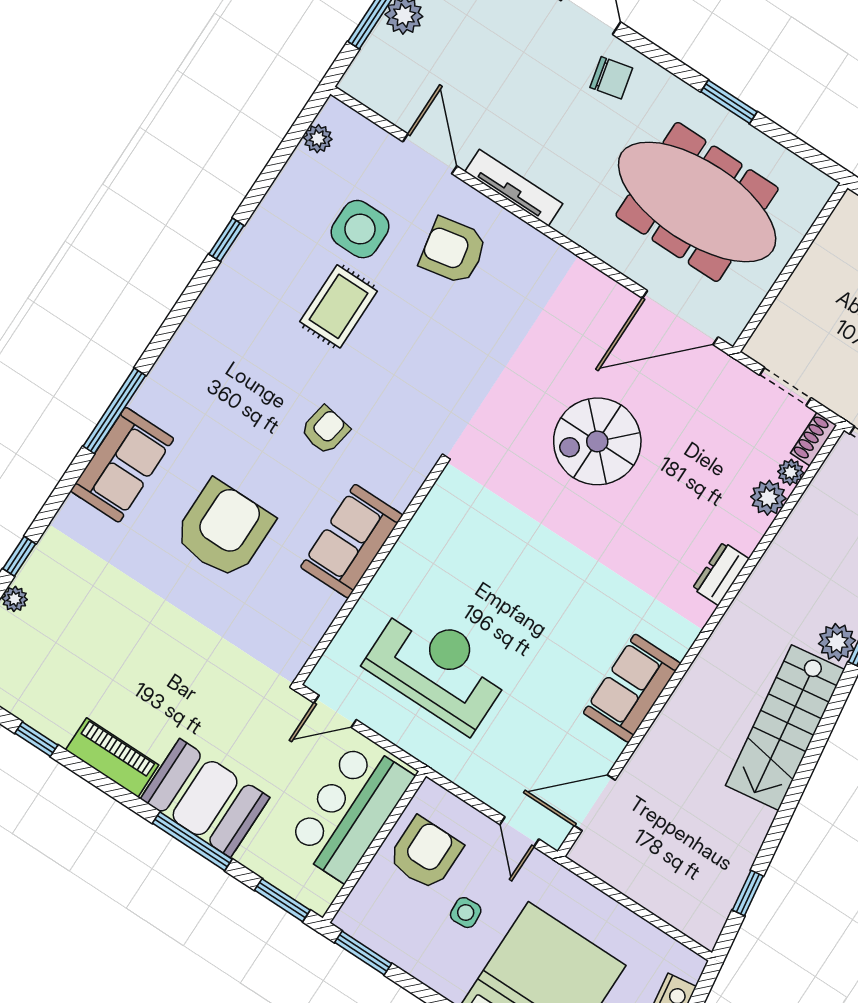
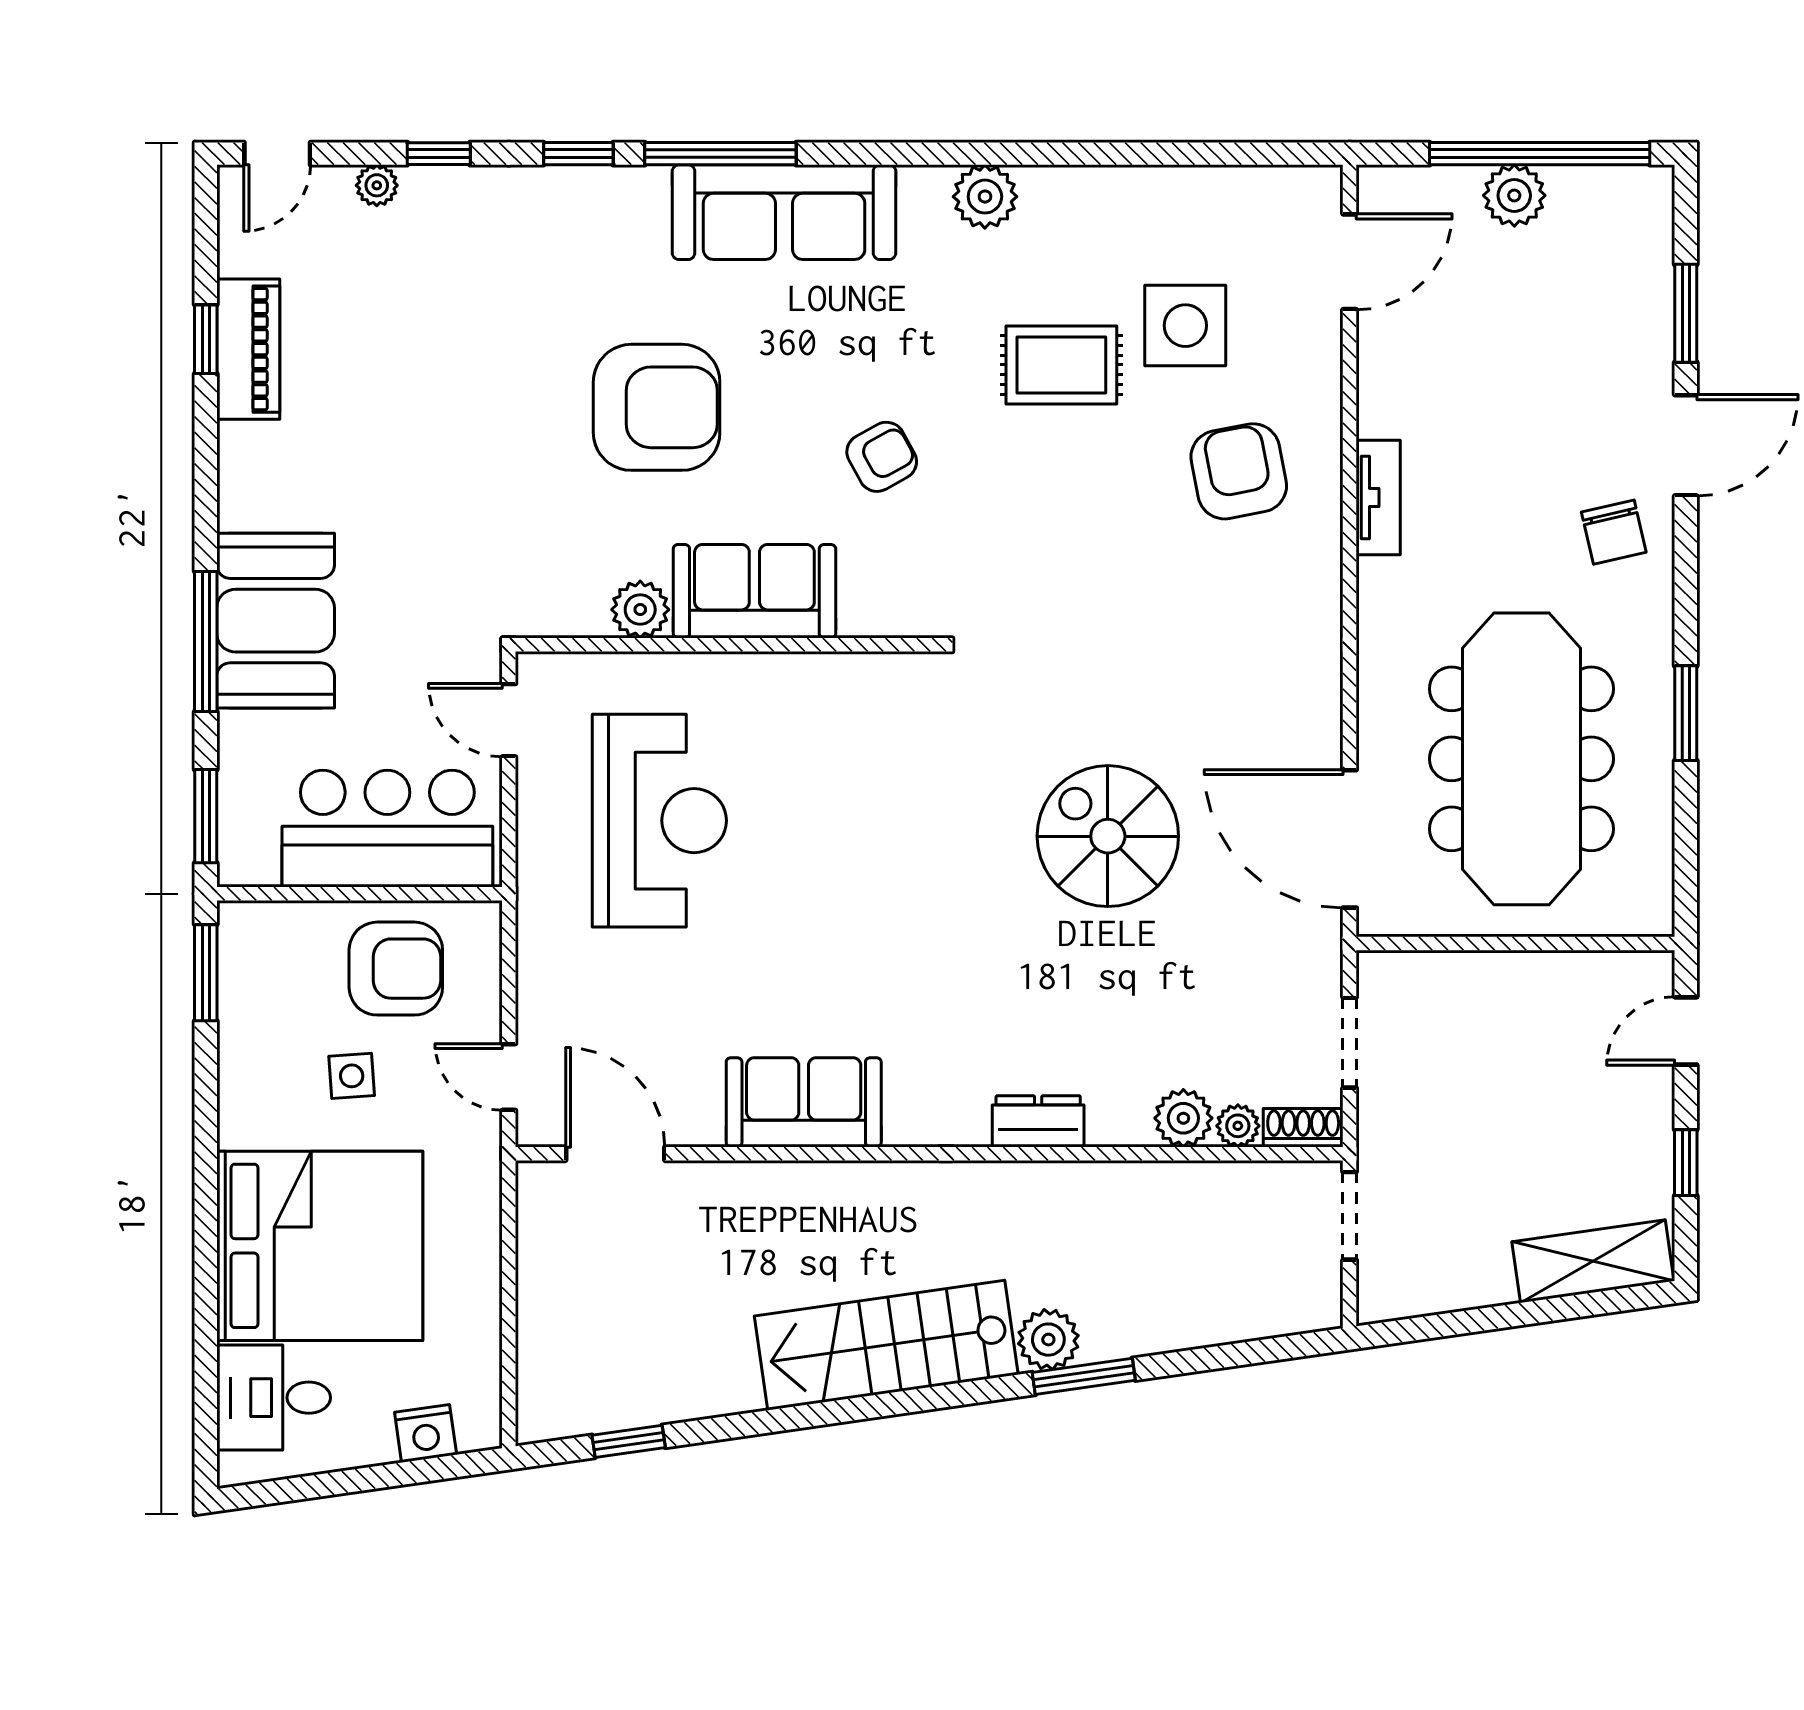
plant: (318, 139) -> (985, 197), moved, width x1.38, depth x1.38
door: (430, 154) -> (1350, 262), moved
tv unit: (514, 188) -> (1378, 497), width x0.71
window: (226, 240) -> (578, 154), moved
armchair: (325, 430) -> (882, 457), turned -39
sofa: (122, 465) -> (784, 212), moved, width x1.36
plant: (322, 606) -> (640, 610), added
piano: (112, 757) -> (248, 349), moved
door: (519, 832) -> (509, 1077), hinge flipped

